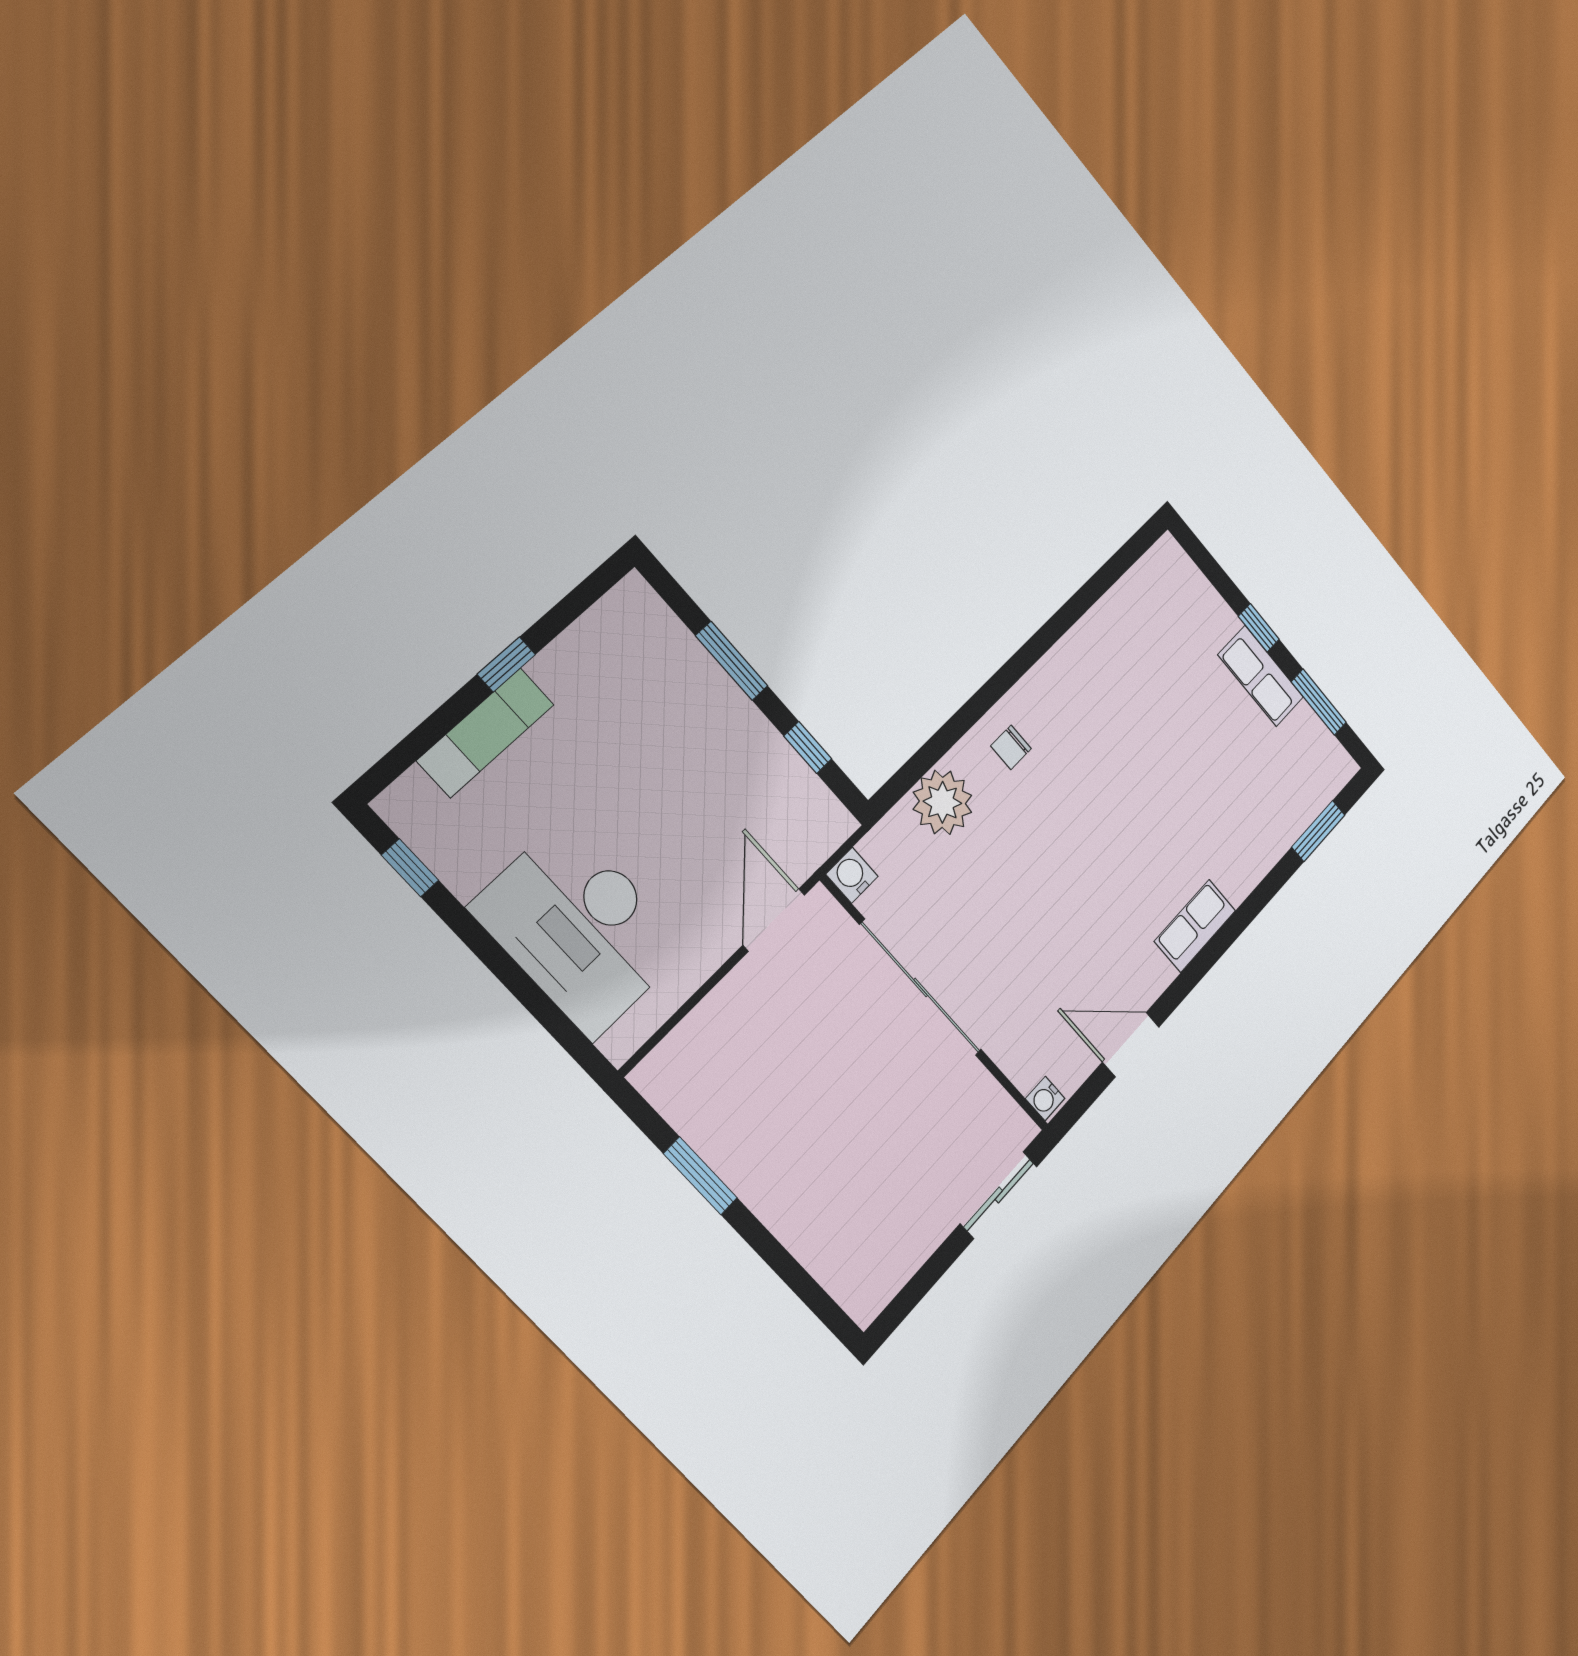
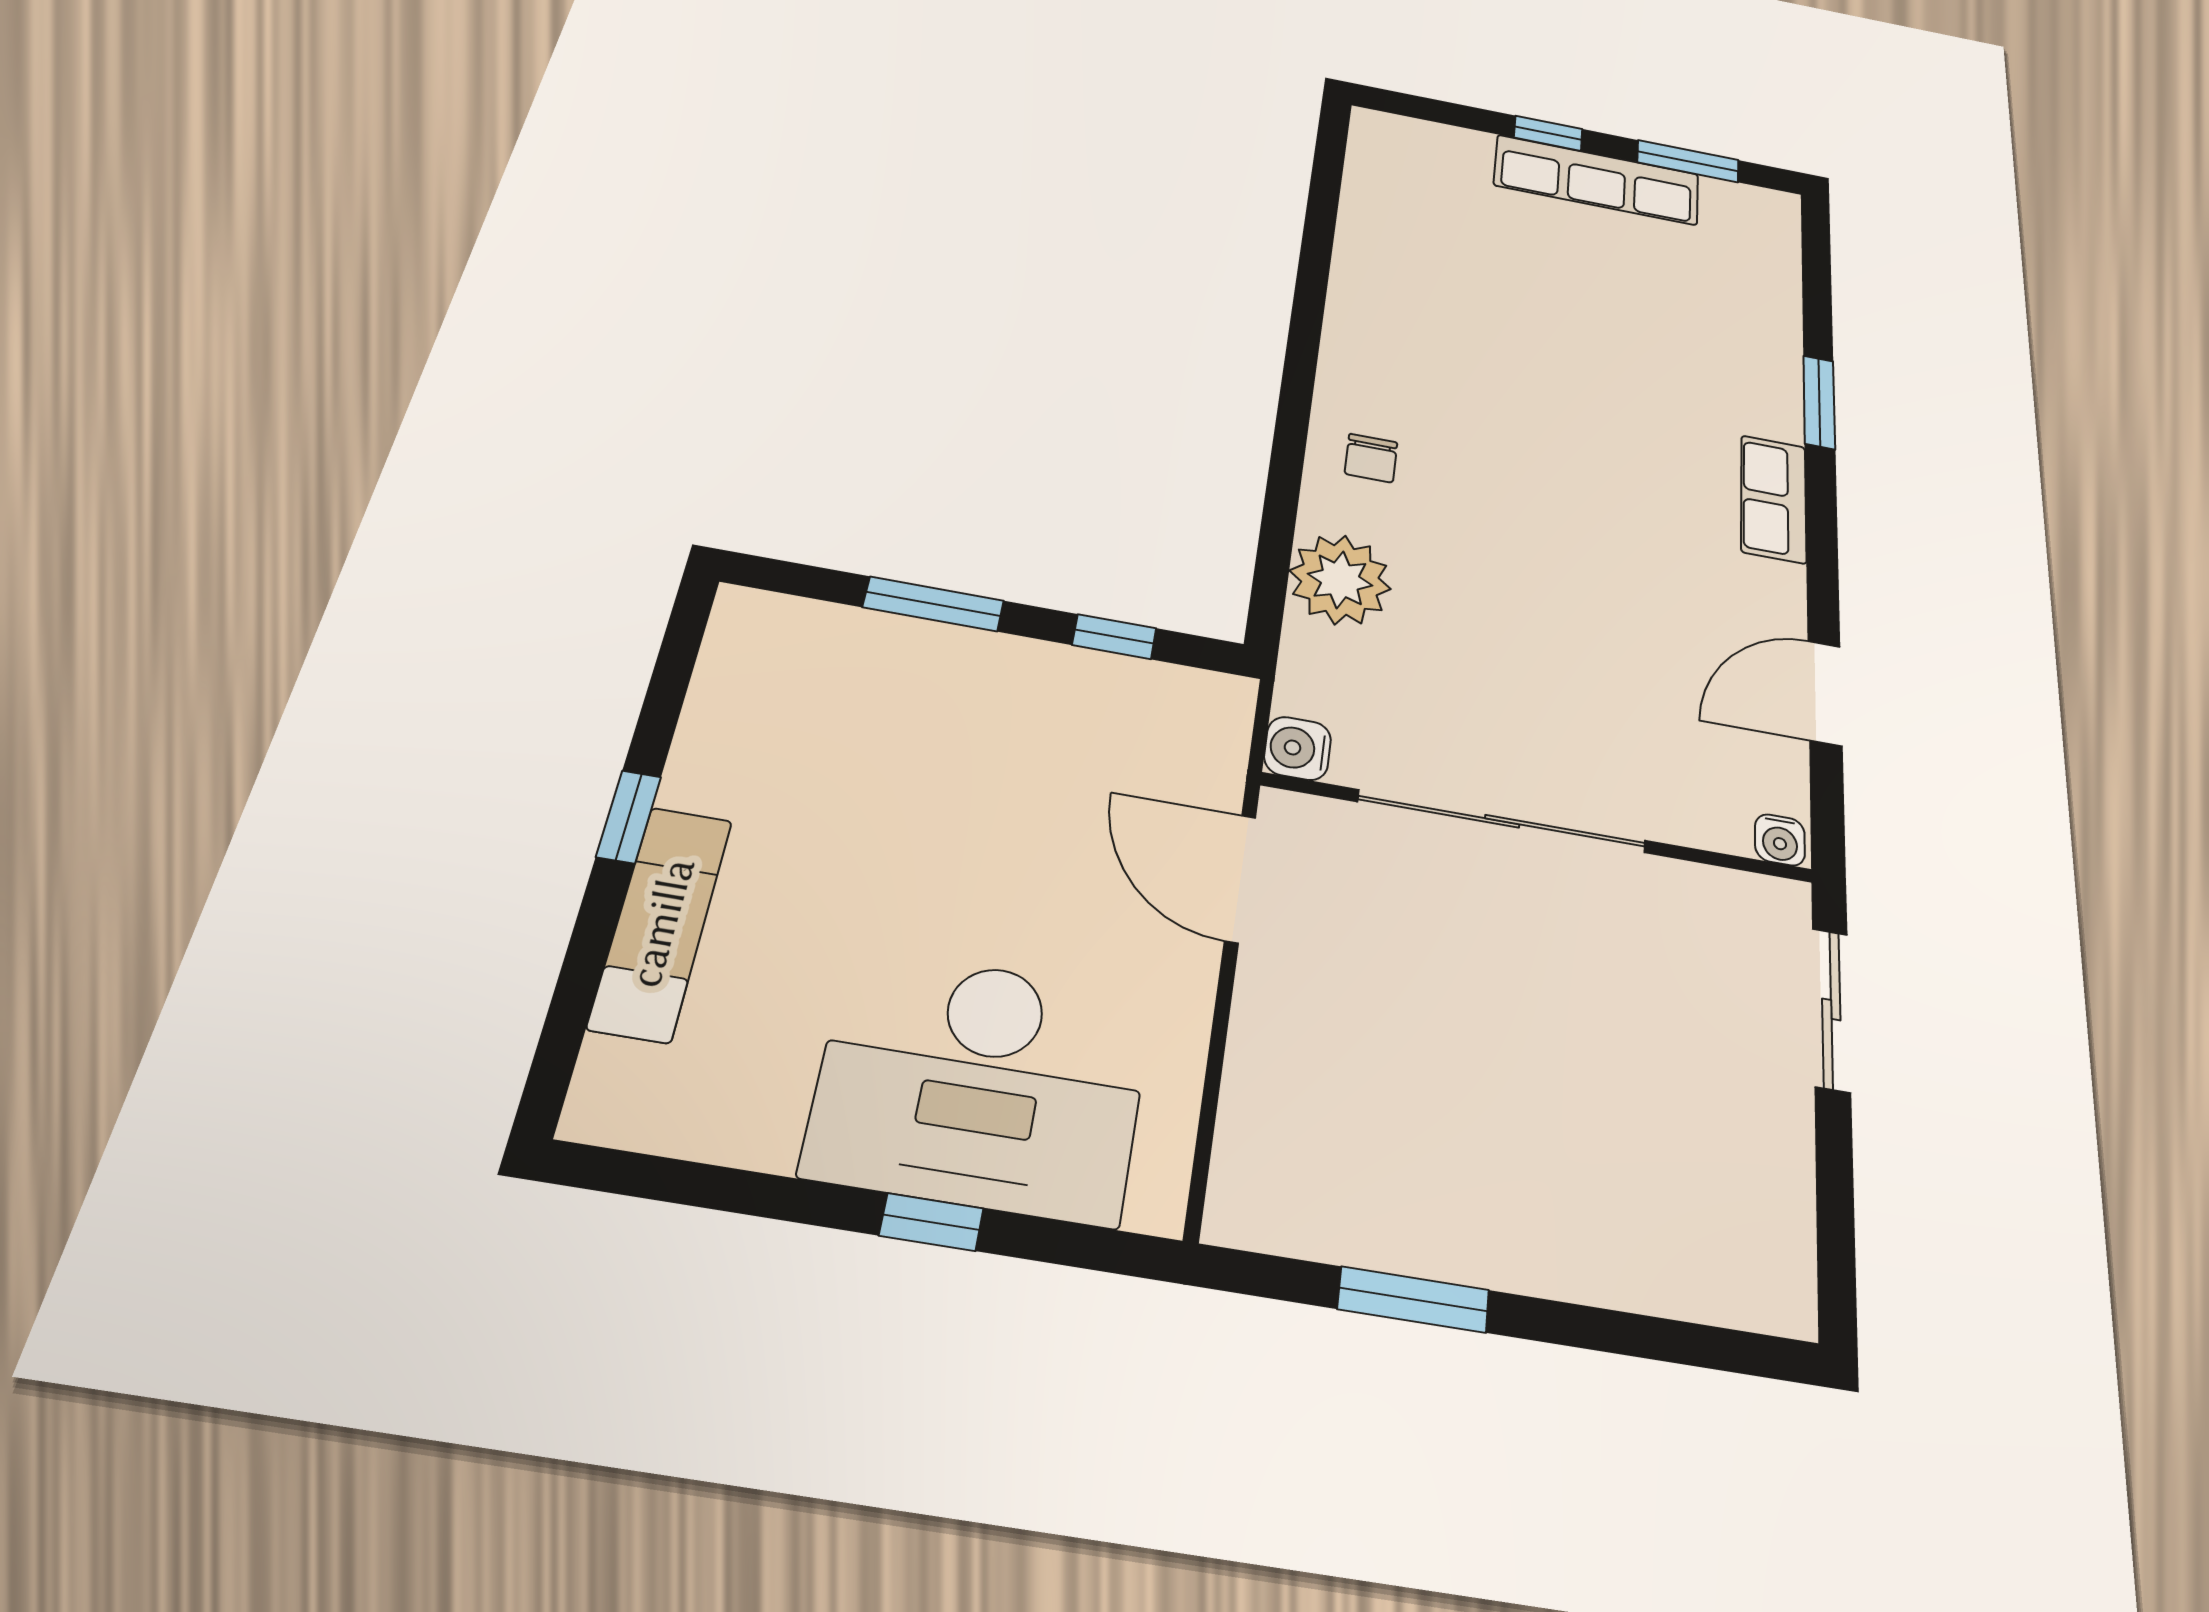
row of seats: (1261, 676) -> (1597, 180), width x1.48
window: (1318, 831) -> (1819, 402), moved
window: (410, 868) -> (931, 1222), moved

